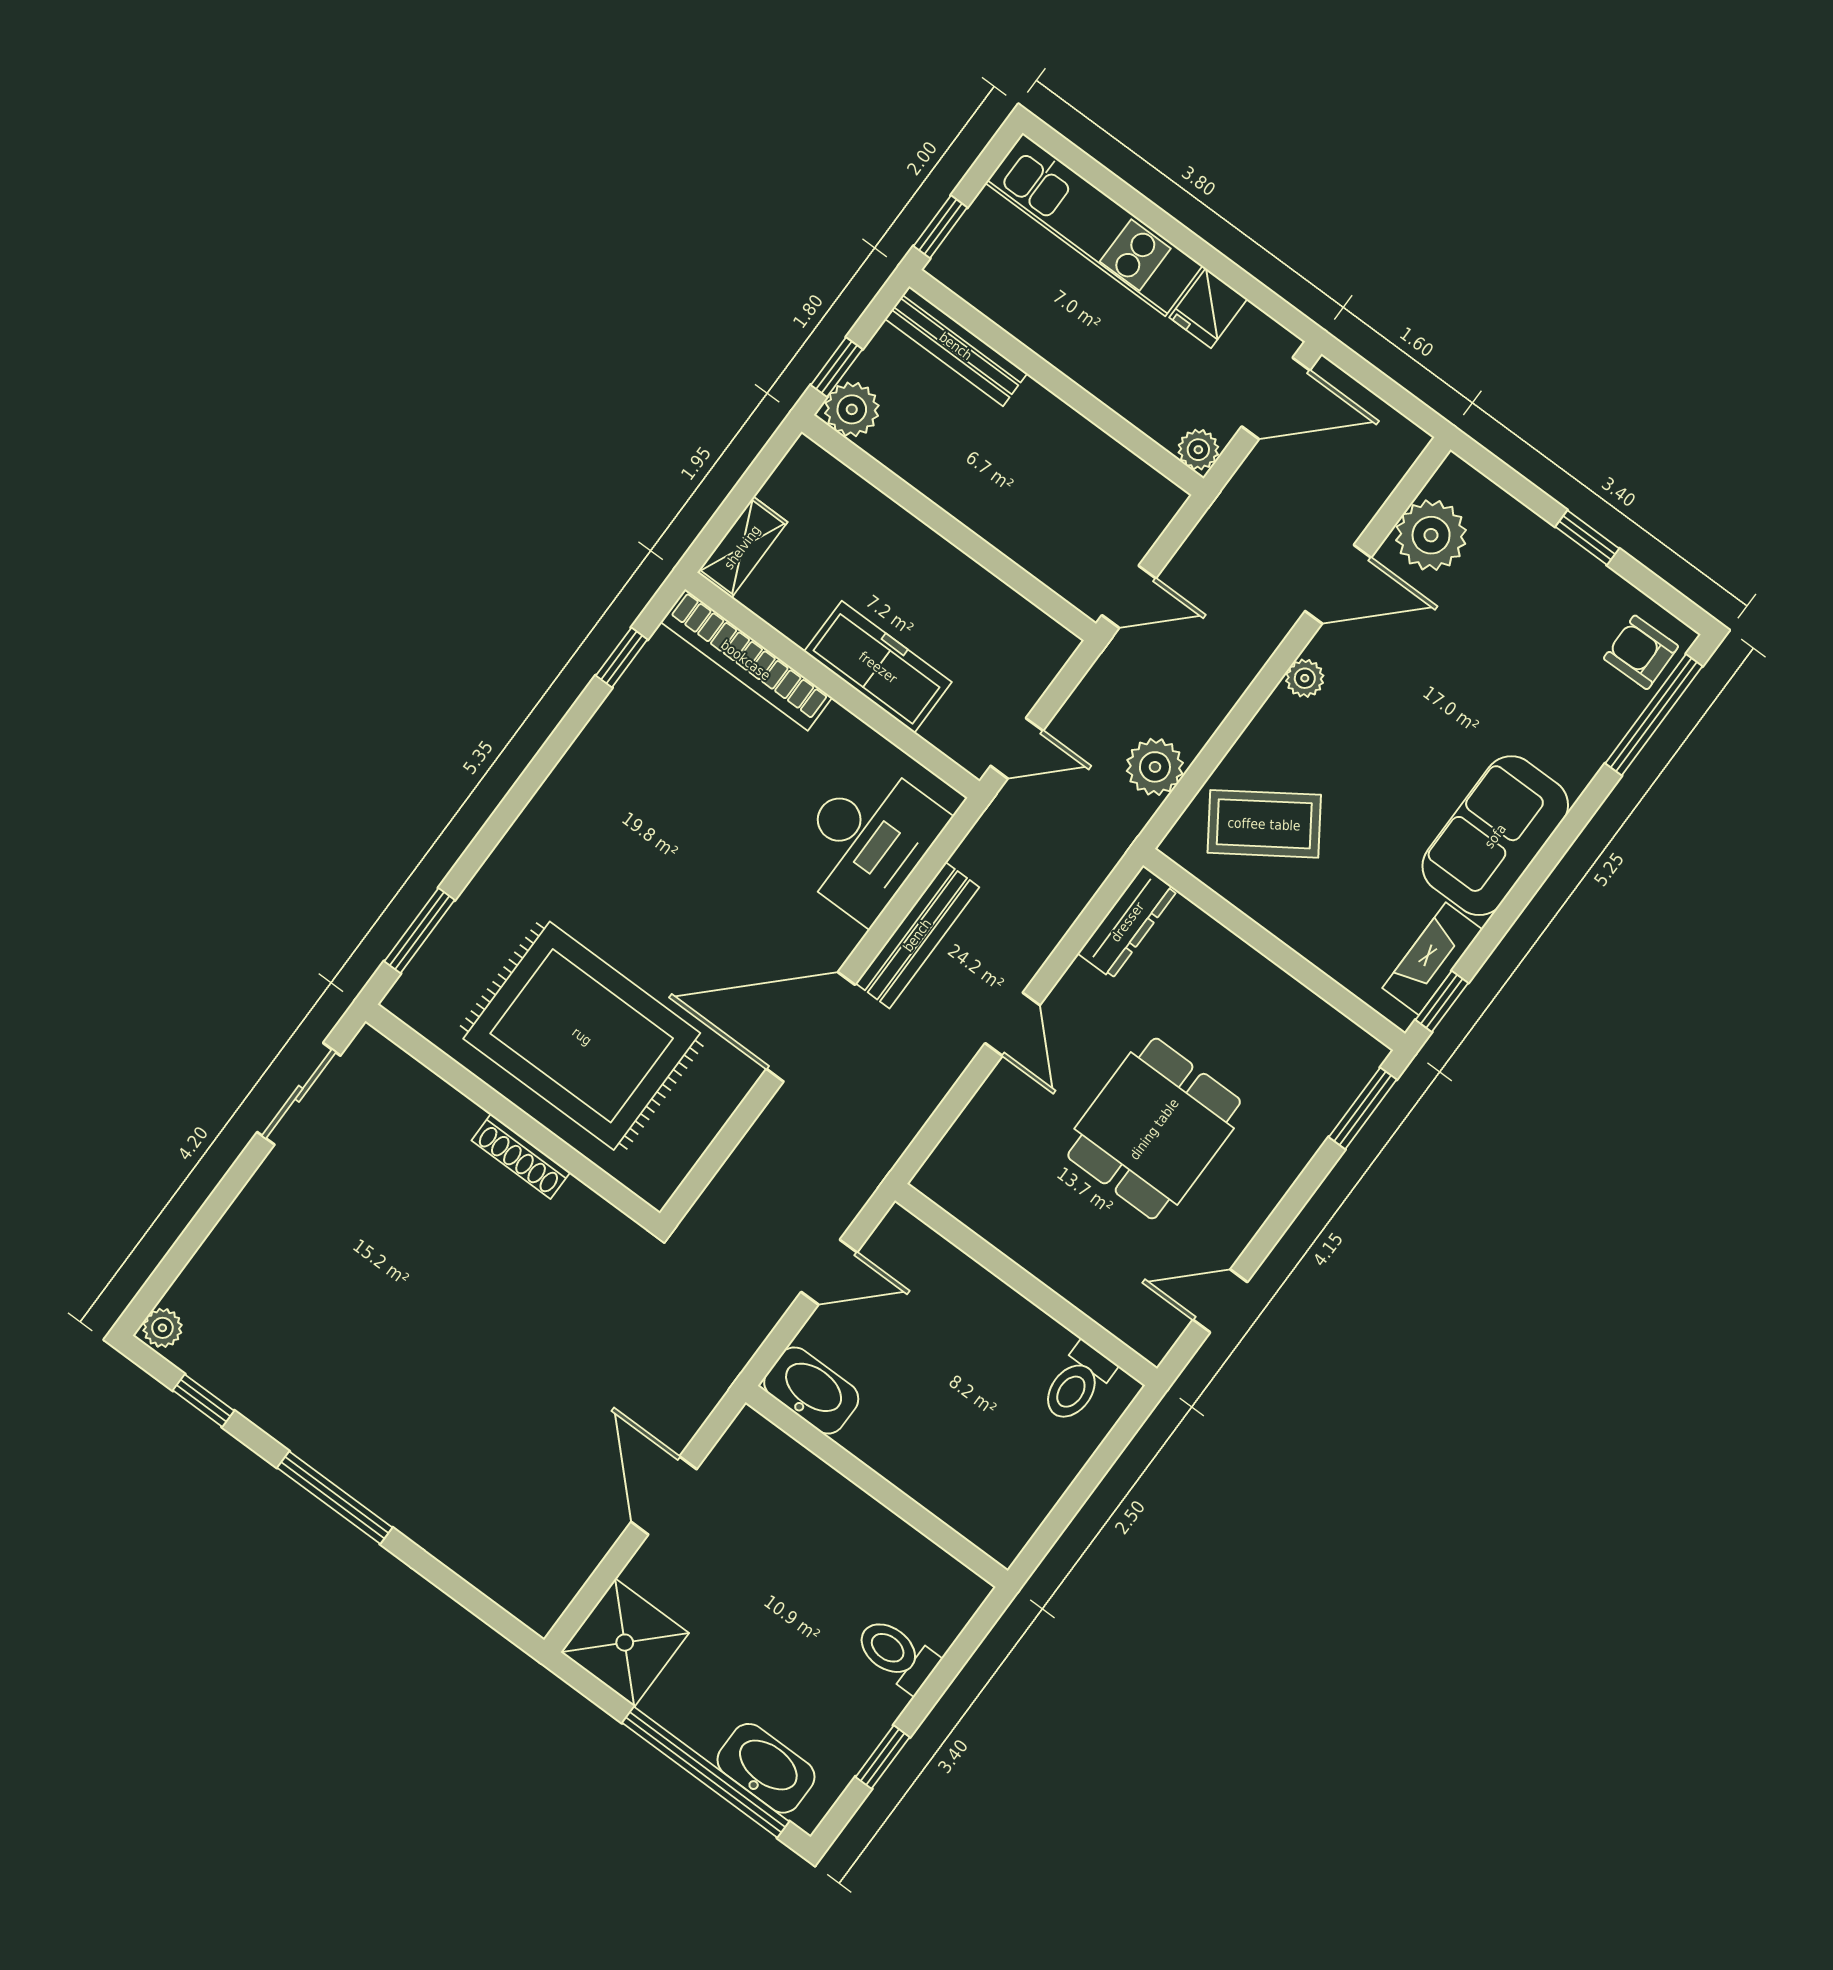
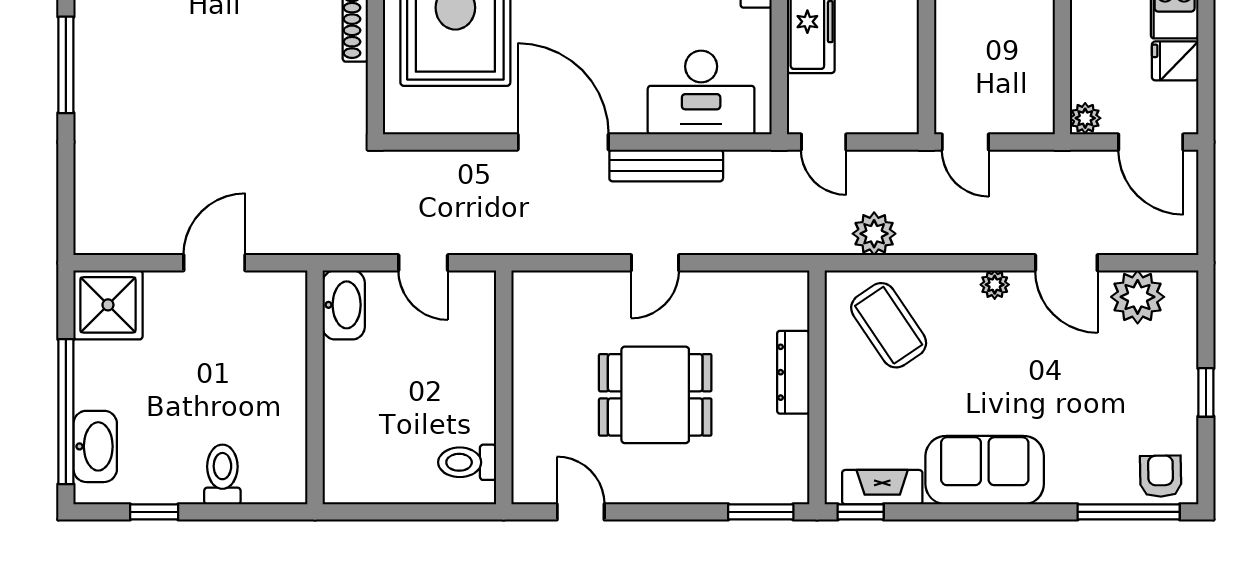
dresser: (1127, 922) -> (793, 372), moved, turned 90

